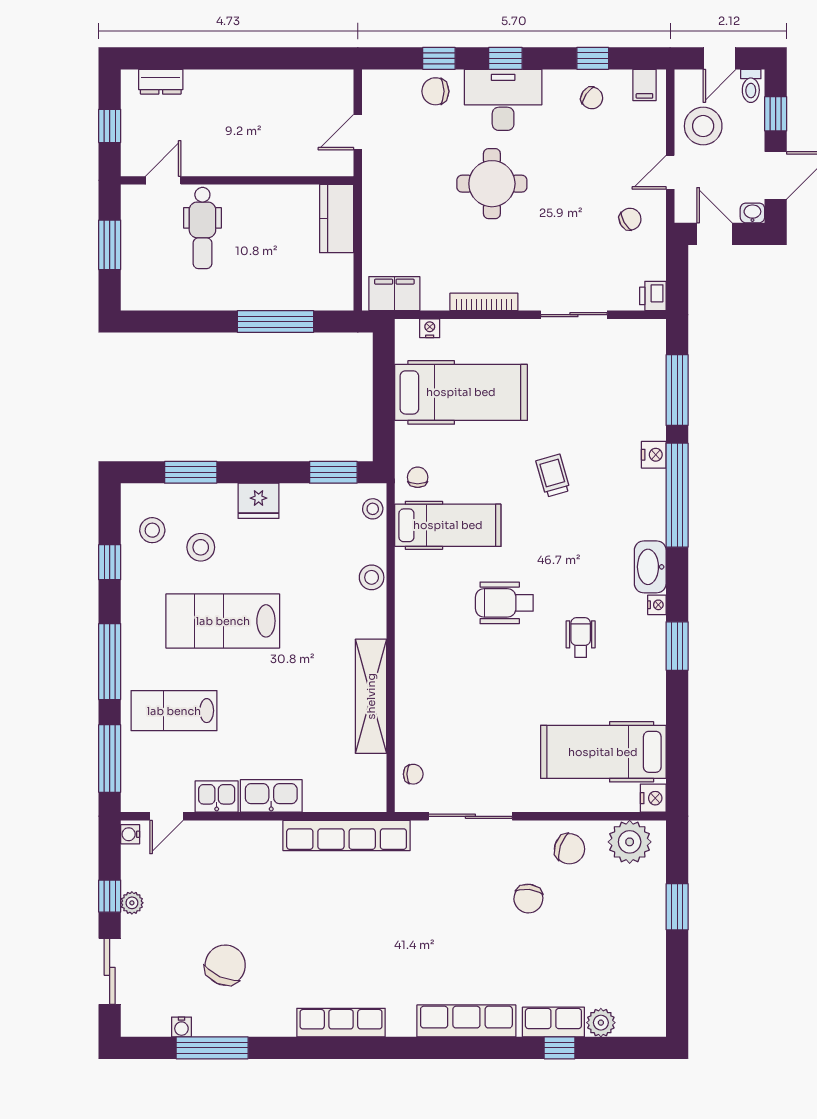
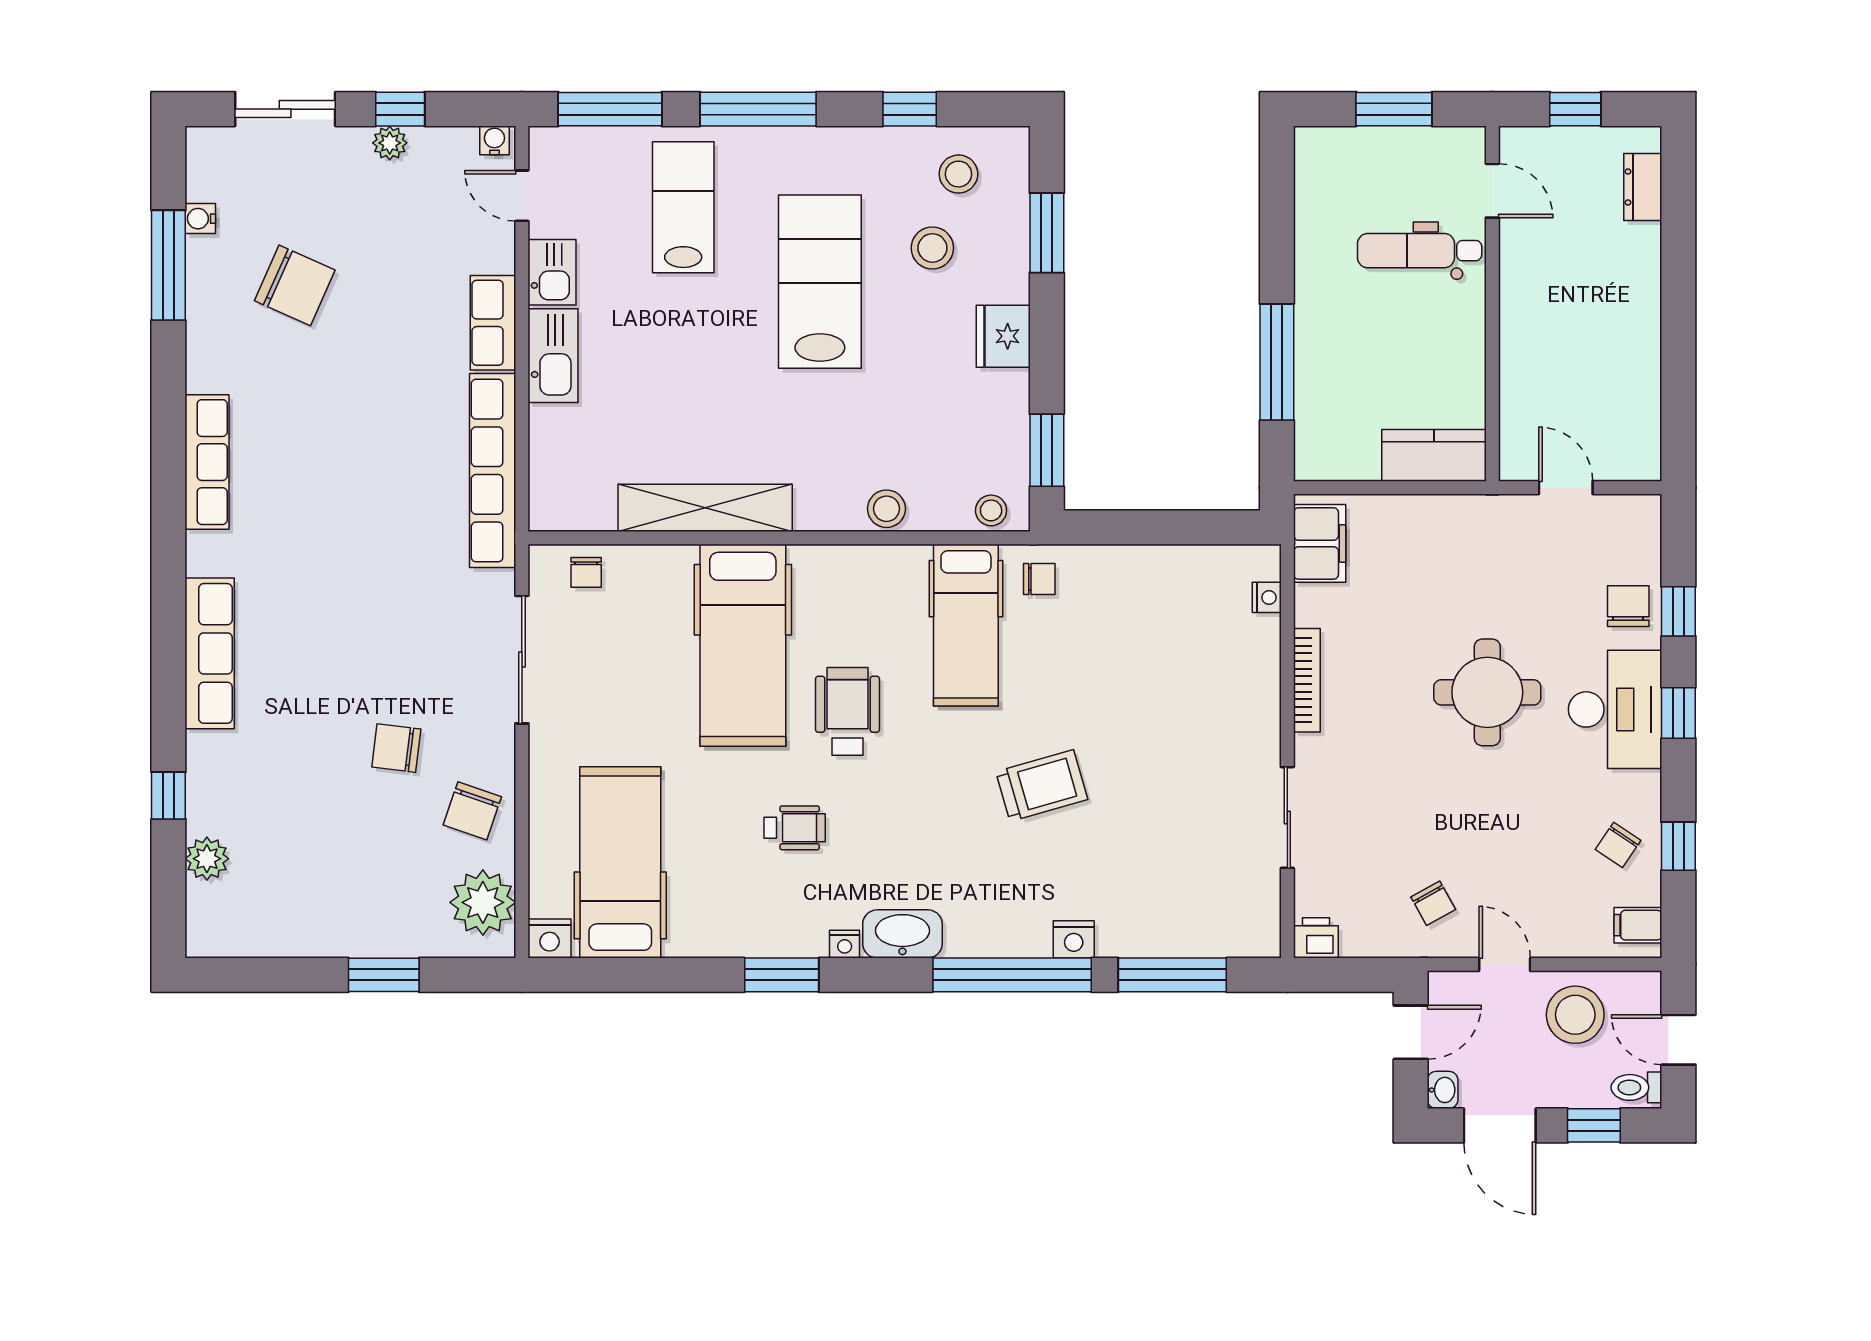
hospital bed: (461, 392) -> (743, 645), moved
trolley: (553, 476) -> (1042, 786), width x1.36, depth x1.39
row of seats: (553, 1022) -> (493, 323), moved, turned 180

